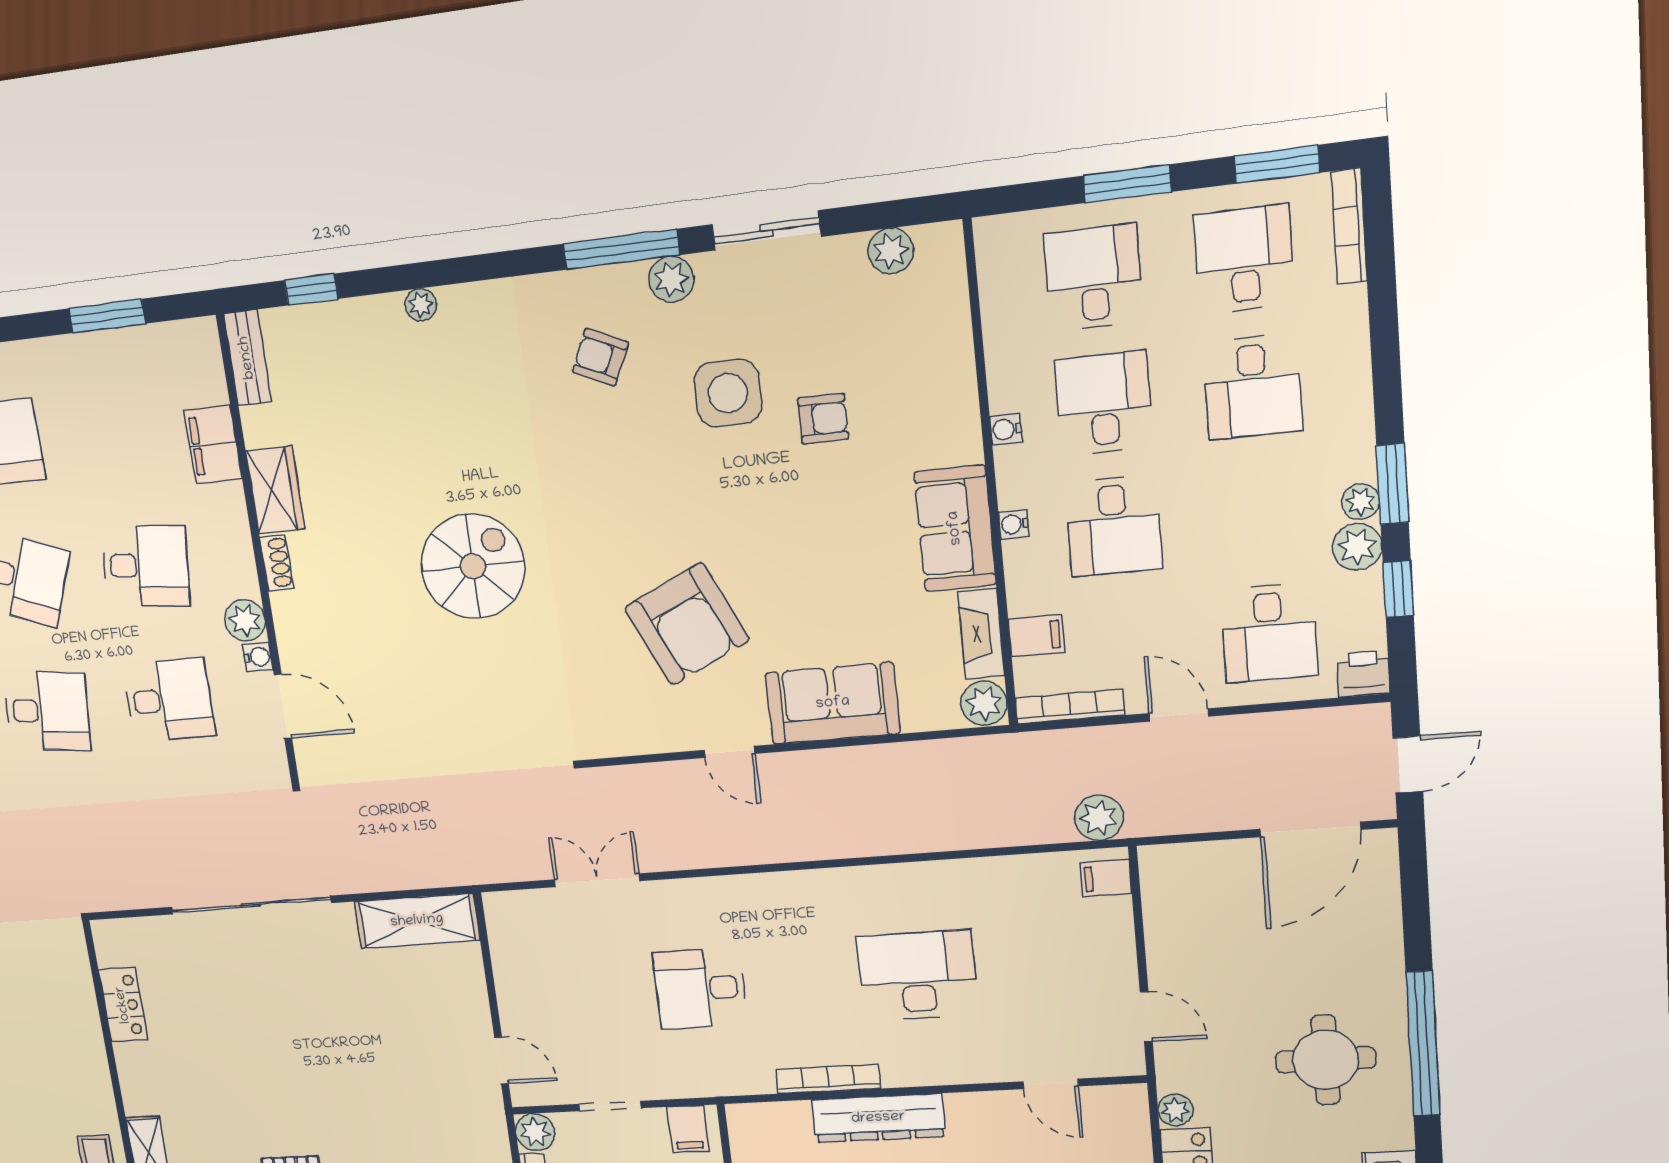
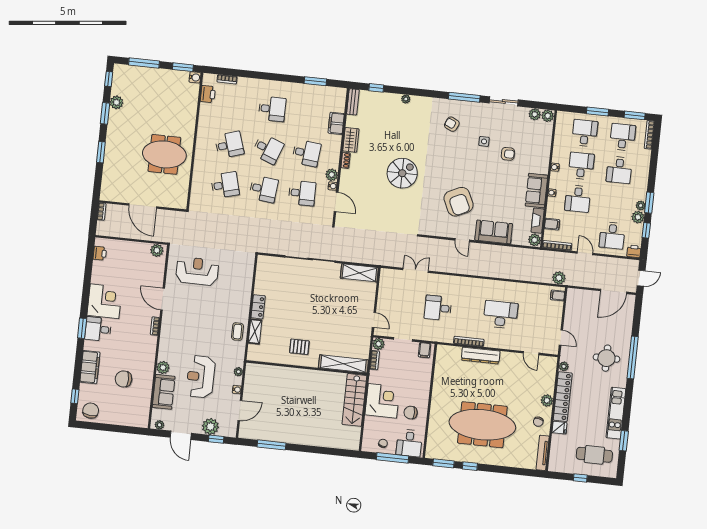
plant: (671, 279) -> (548, 116), moved
side table: (728, 393) -> (484, 141), width x0.54, depth x0.54
locker: (123, 1005) -> (258, 307), moved

